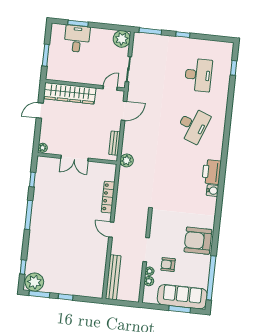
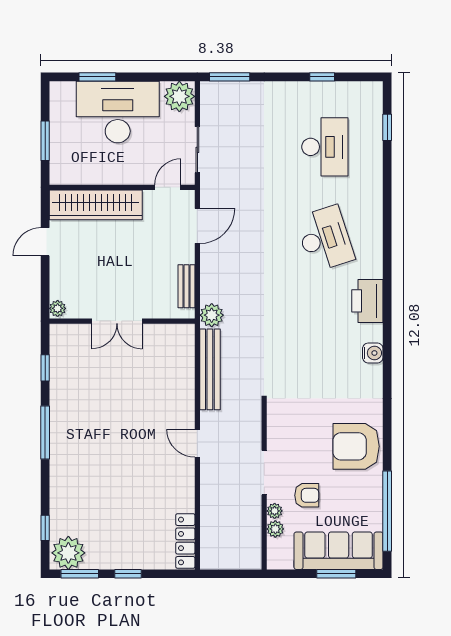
window: (183, 35) -> (322, 77), moved
desk: (77, 39) -> (118, 112), width x1.87, depth x1.30
desk: (193, 125) -> (325, 239), turned -39
printer: (212, 172) -> (367, 301), moved
locker: (108, 197) -> (185, 541), moved
armchair: (168, 265) -> (307, 495), turned 180
bench: (113, 277) -> (210, 369), moved

